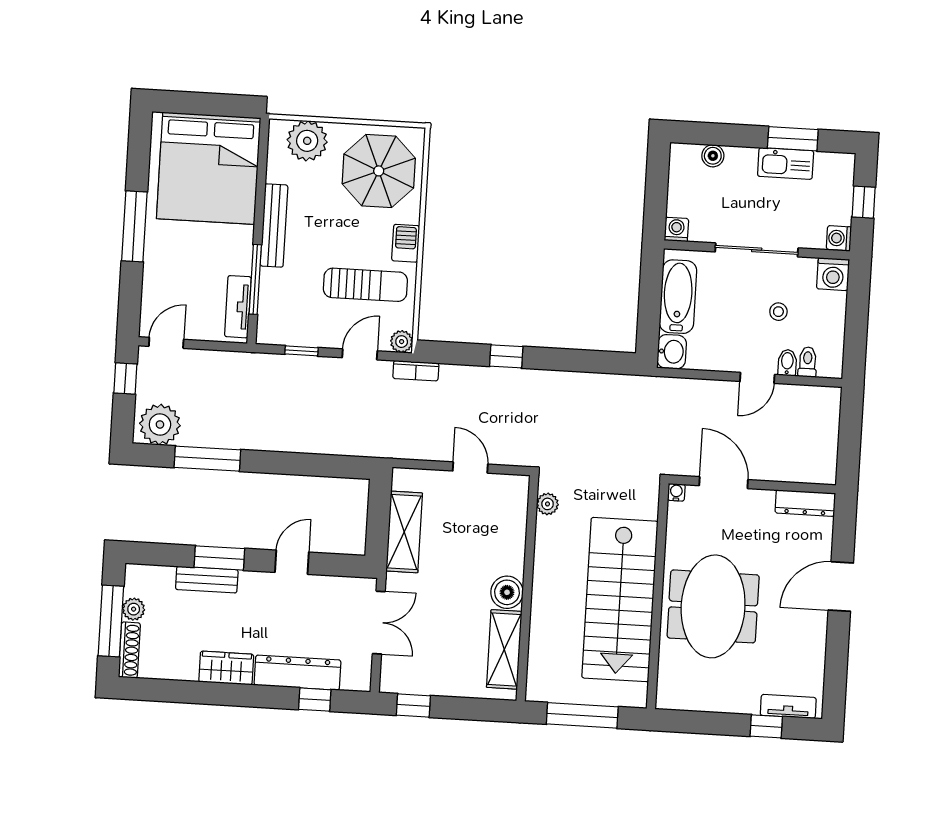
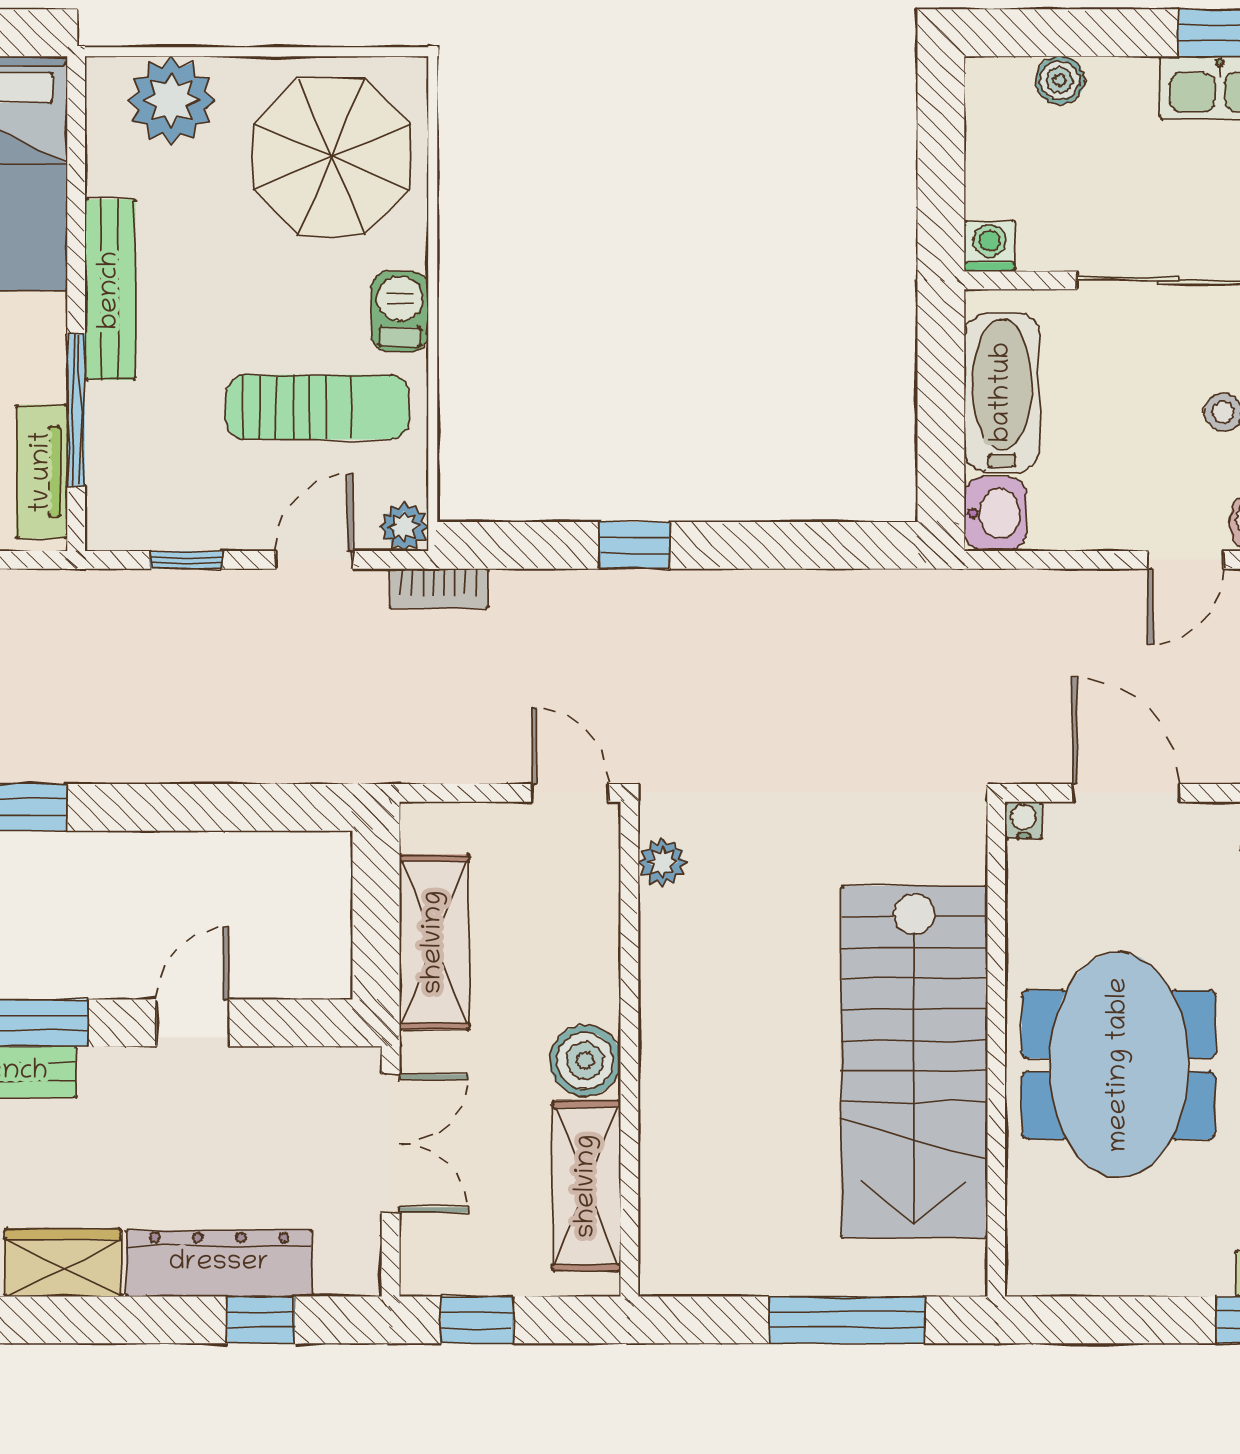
plant: (548, 504) -> (662, 862), moved
wall: (527, 588) -> (629, 1049), moved
boiler: (507, 592) -> (585, 1061), moved
shelving: (504, 649) -> (587, 1186), moved

